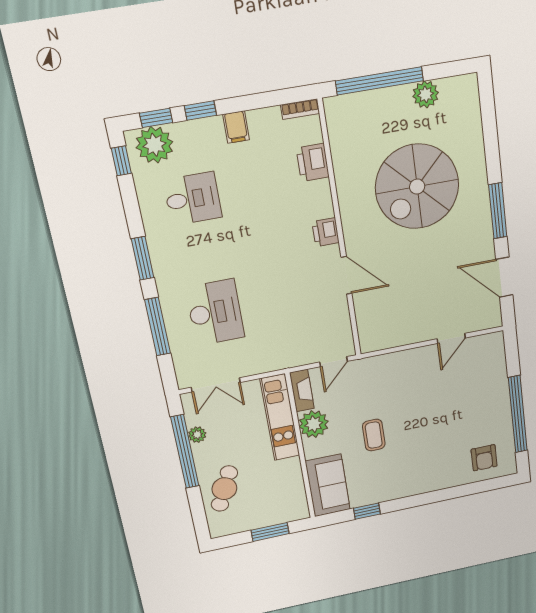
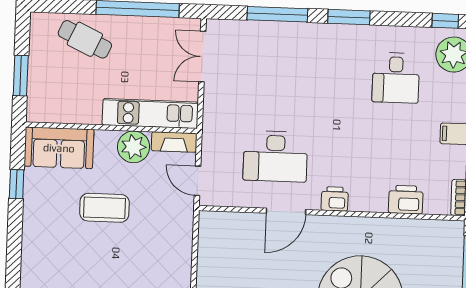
desk: (215, 312) -> (275, 156), moved
plant: (197, 435) -> (153, 26), removed
coffee table: (374, 435) -> (104, 208), width x1.36, depth x1.30

